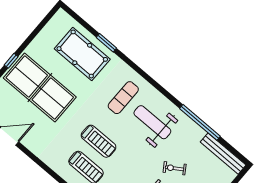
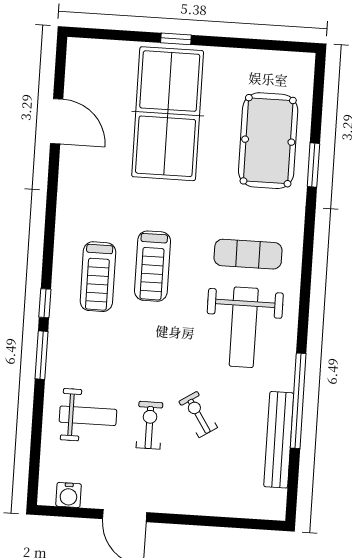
weight bench: (152, 122) -> (244, 327), turned 180
bench: (223, 154) -> (279, 440), moved

